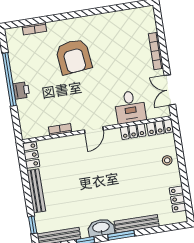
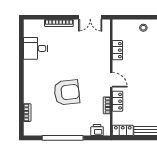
armchair: (74, 57) -> (67, 92), moved
printer: (21, 90) -> (97, 130), moved
desk: (130, 107) -> (36, 48), moved, turned 180
locker: (160, 127) -> (117, 101), moved

